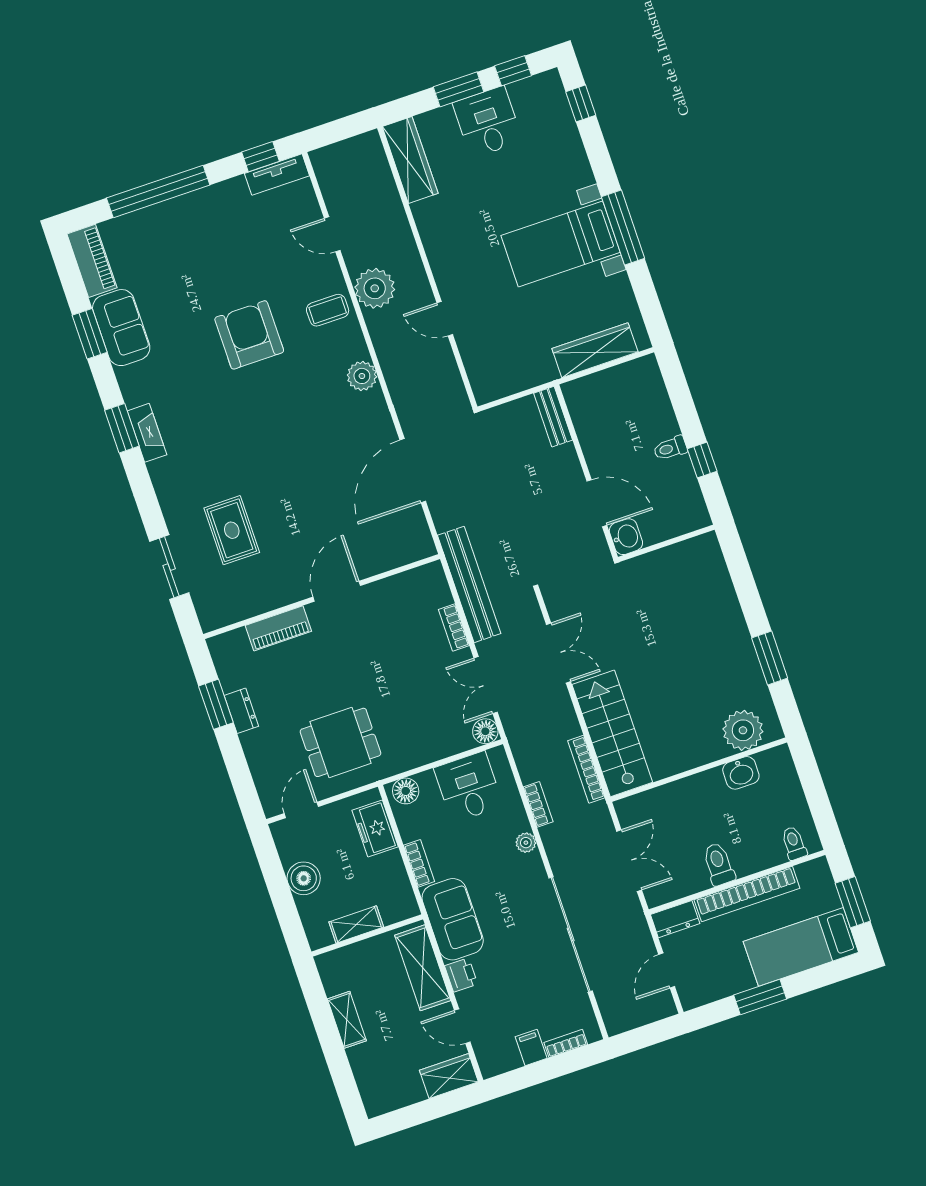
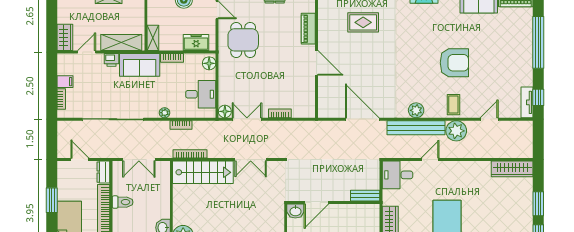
desk: (488, 122) -> (398, 175), moved, turned 180
bench: (469, 584) -> (416, 128), moved
shelving: (356, 924) -> (153, 38), moved

